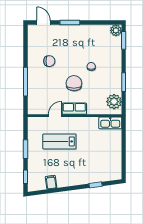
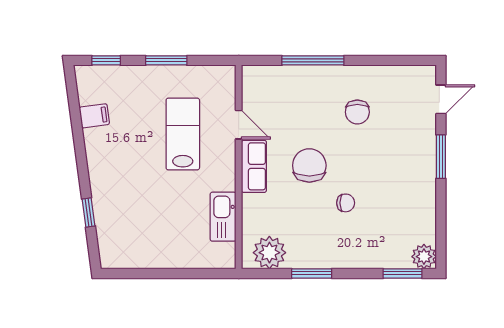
chair: (74, 83) -> (309, 165), turned -90
kitchen sink: (110, 123) -> (223, 217), moved

